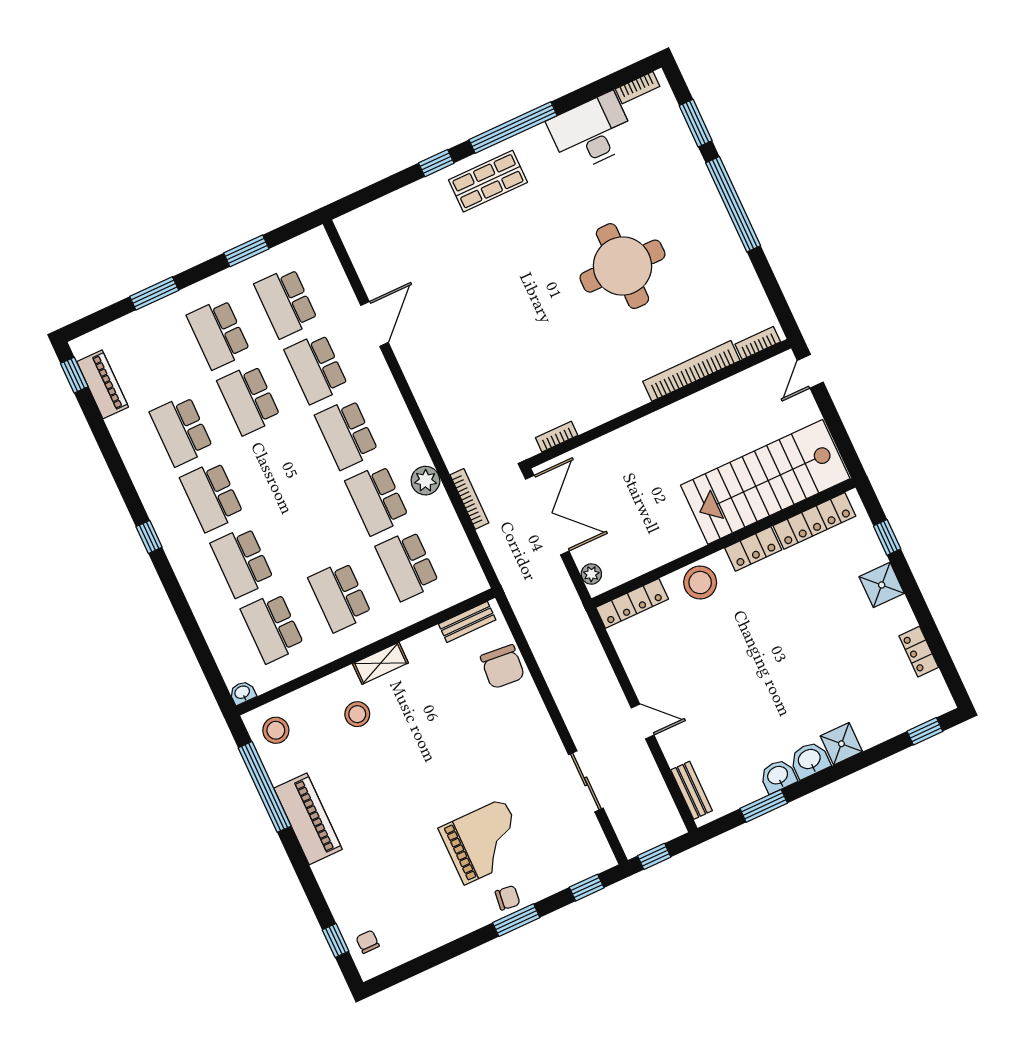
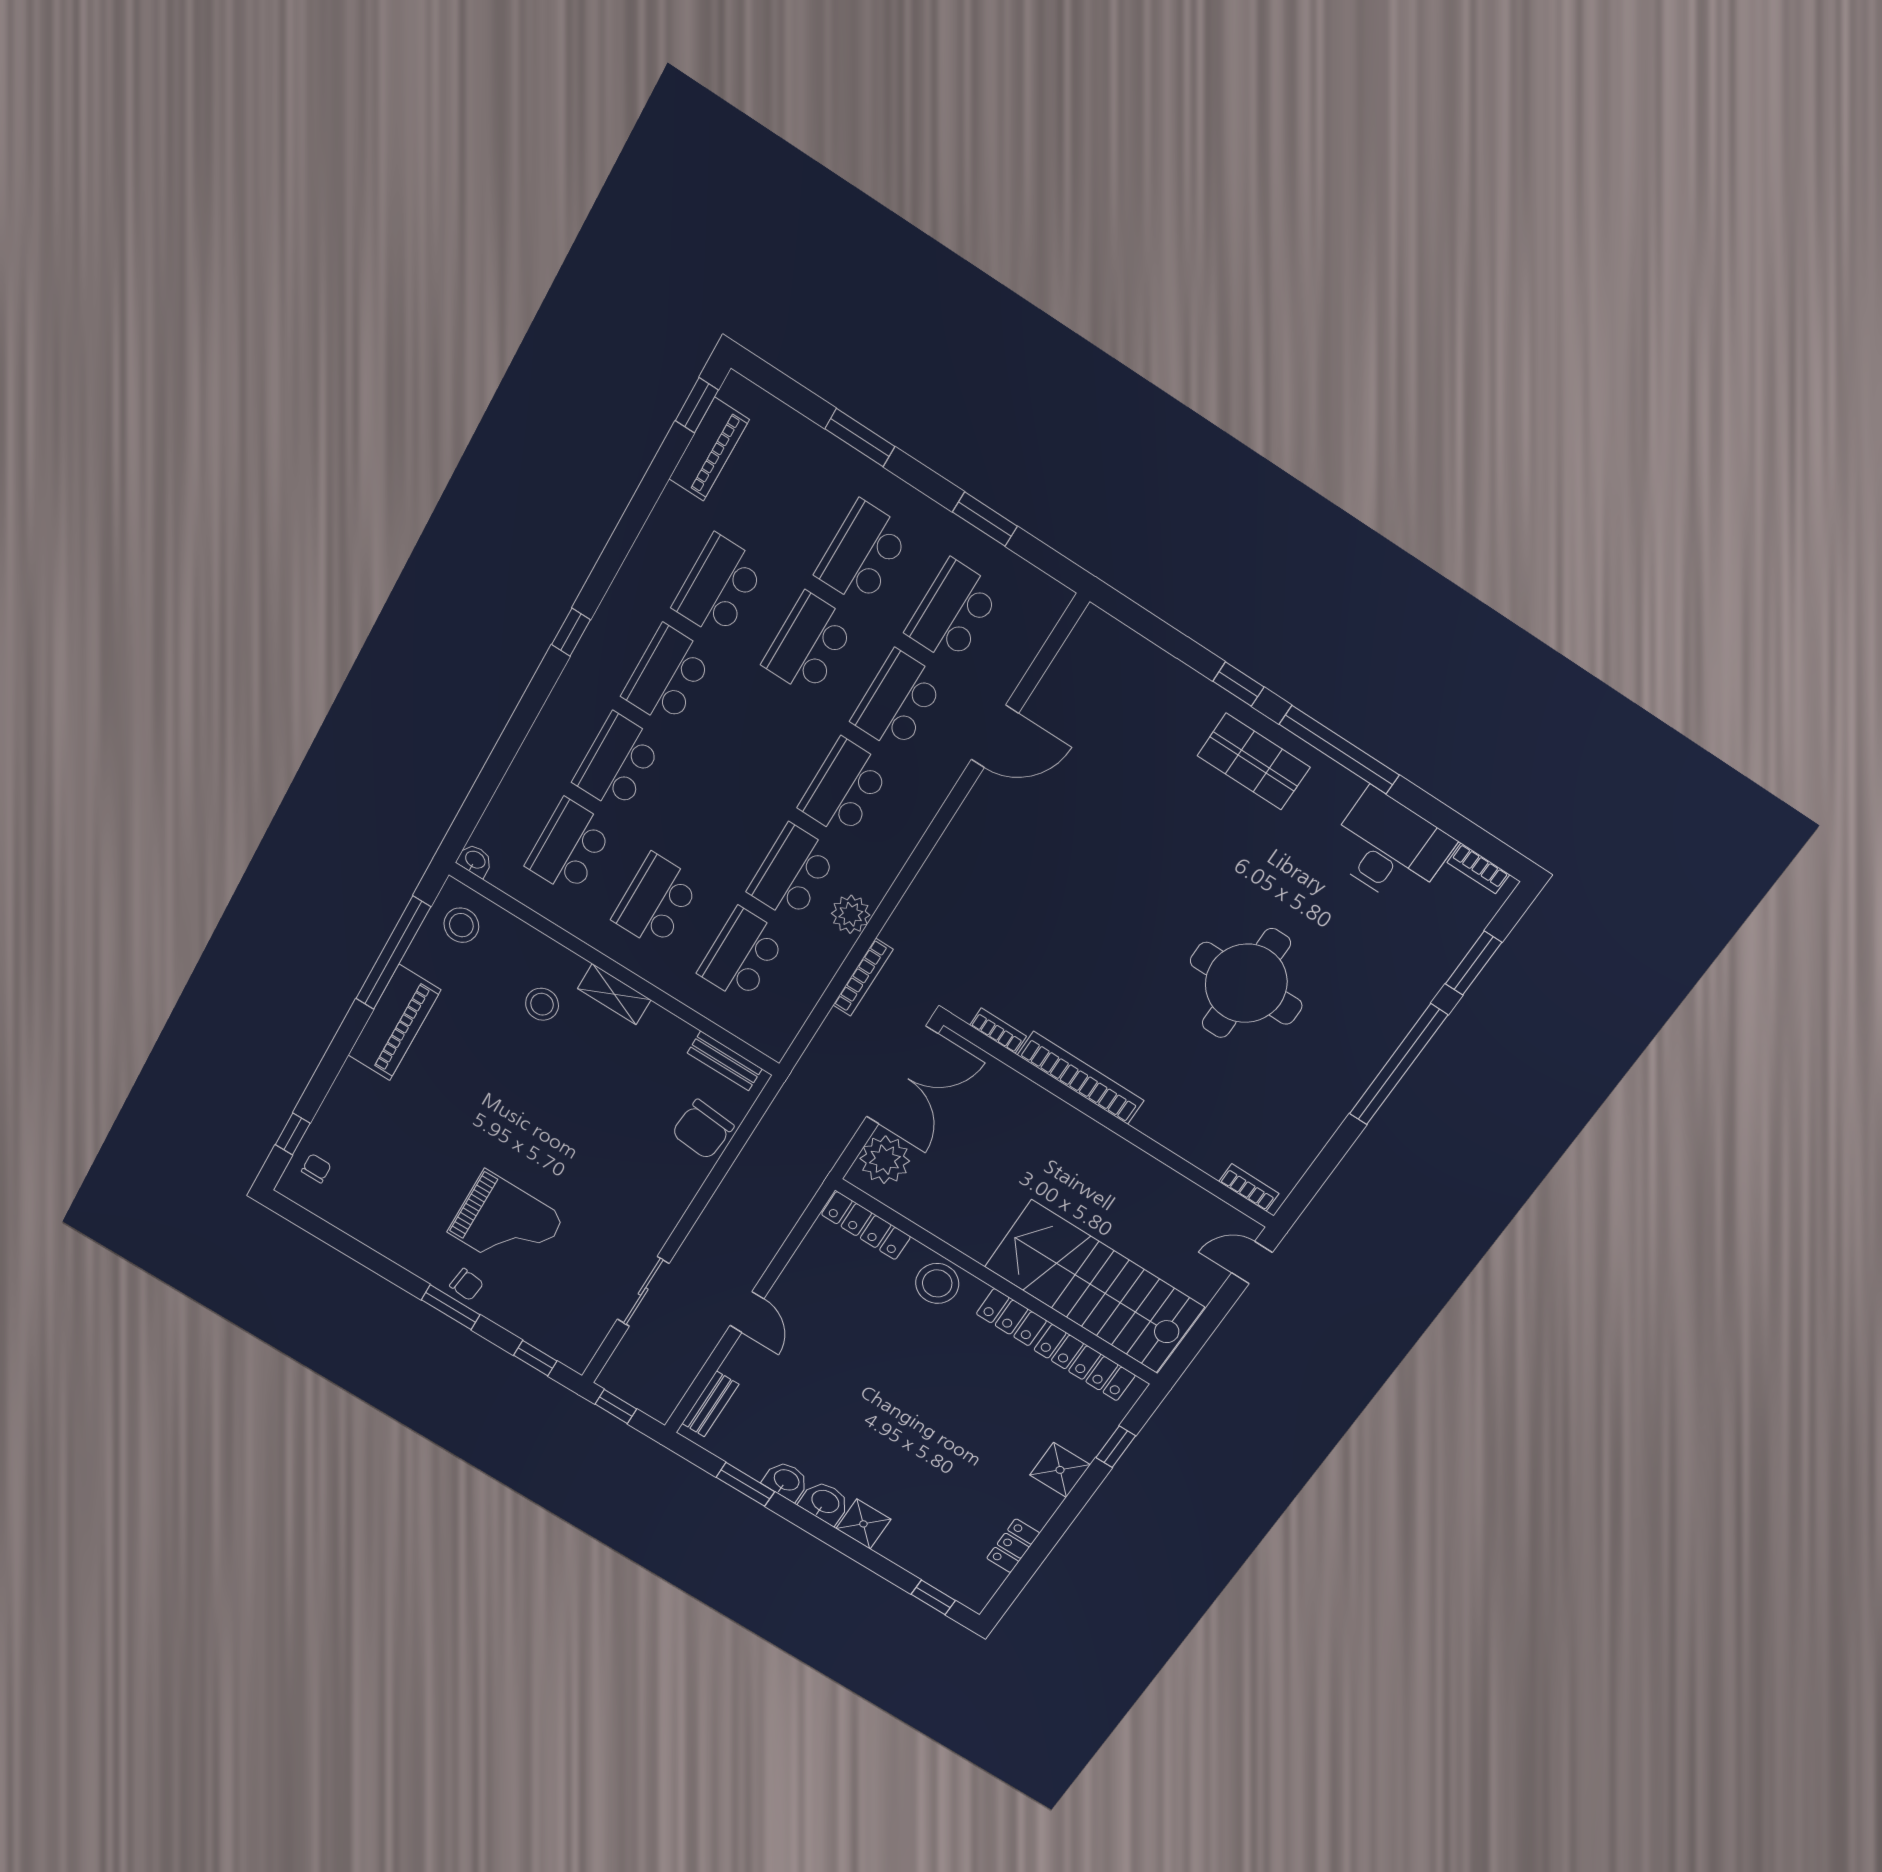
bookcase: (691, 371) -> (1081, 1078), moved
plant: (591, 574) -> (885, 1160), width x1.88, depth x1.88

